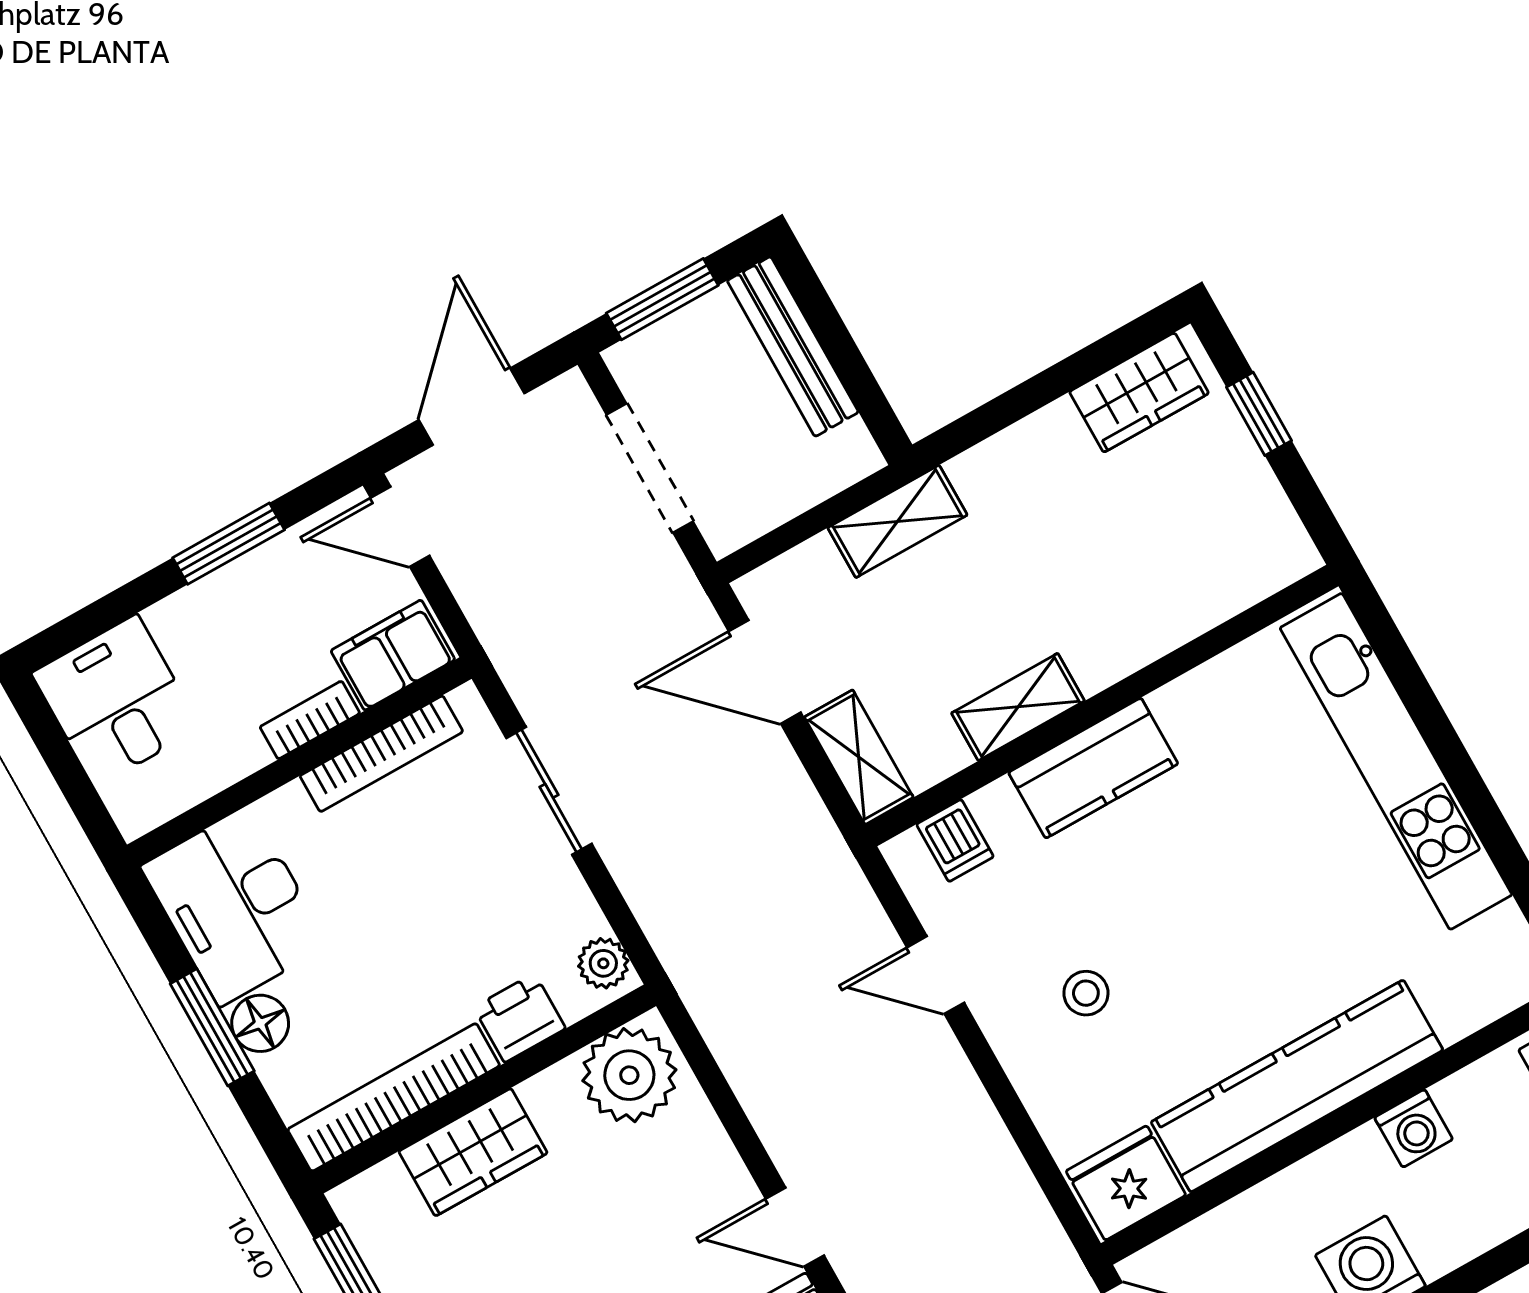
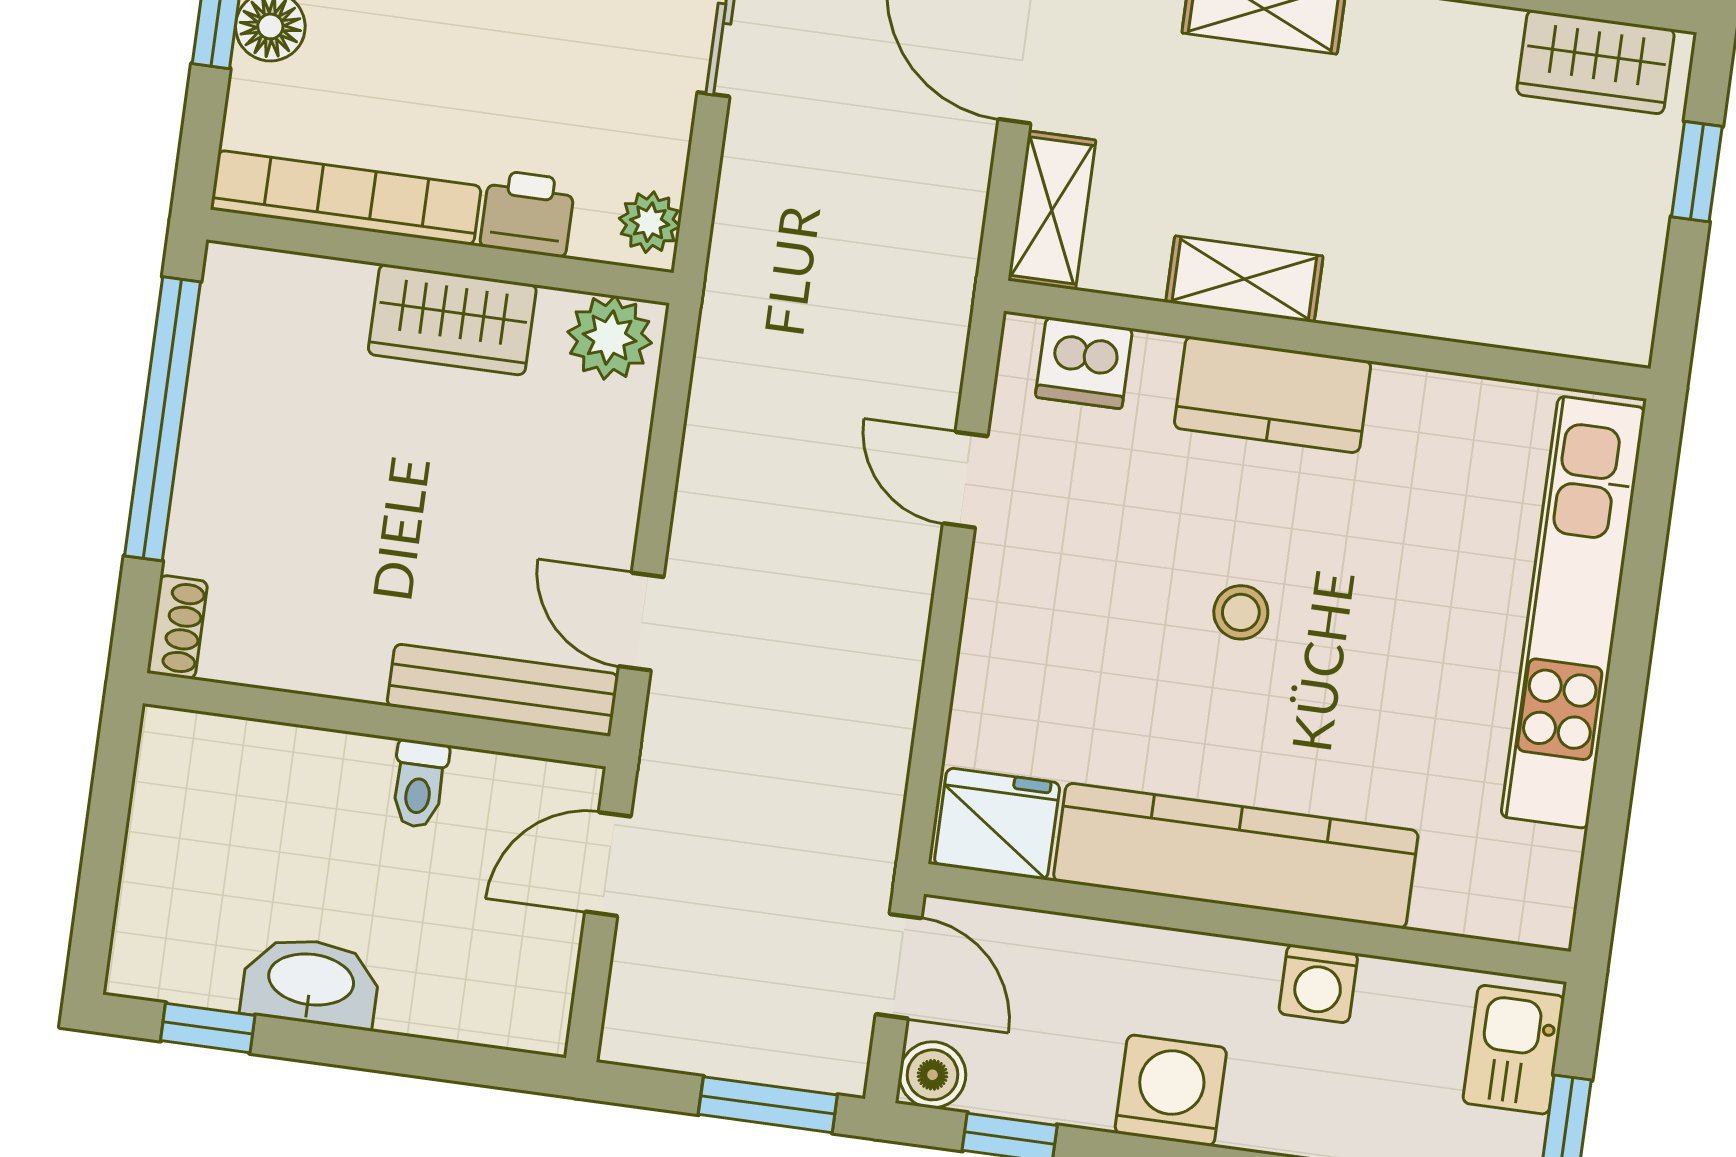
dishwasher: (955, 841) -> (1084, 363), width x1.38
stool: (1086, 993) -> (1241, 612), moved
plant: (629, 1075) -> (610, 337), width x0.73, depth x0.73
wardrobe: (473, 1152) -> (452, 320), moved

